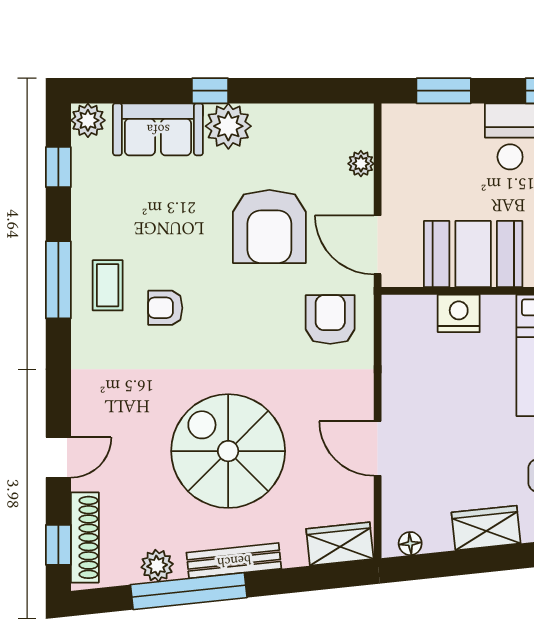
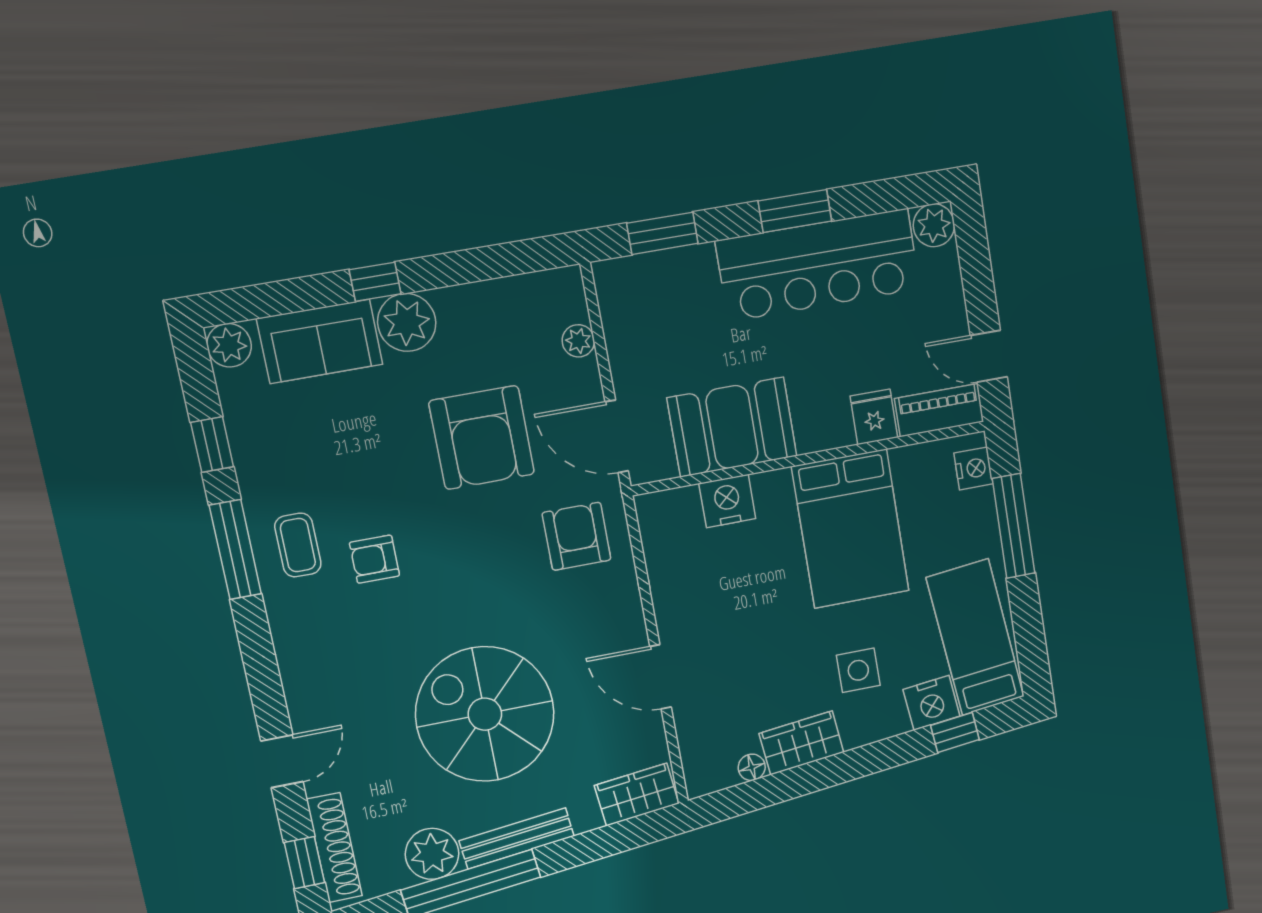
window: (58, 167) -> (212, 445), moved
floor lamp: (410, 544) -> (752, 767), moved
plant: (157, 566) -> (432, 854), width x1.36, depth x1.36

